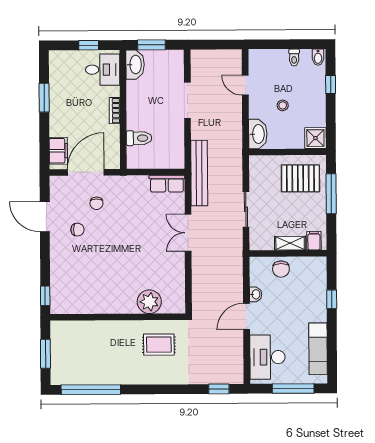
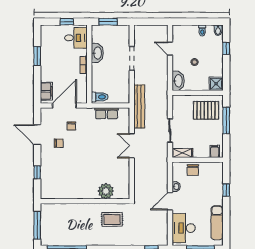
washbasin: (135, 65) -> (97, 53), moved
toilet: (139, 138) -> (100, 97), moved
row of seats: (167, 184) -> (107, 113), moved
shelving: (290, 243) -> (182, 153), moved
window: (45, 296) -> (37, 172), moved
window: (45, 354) -> (37, 225), width x1.44

